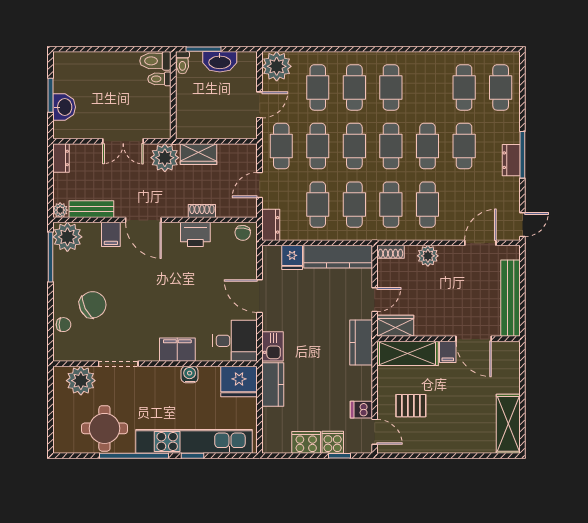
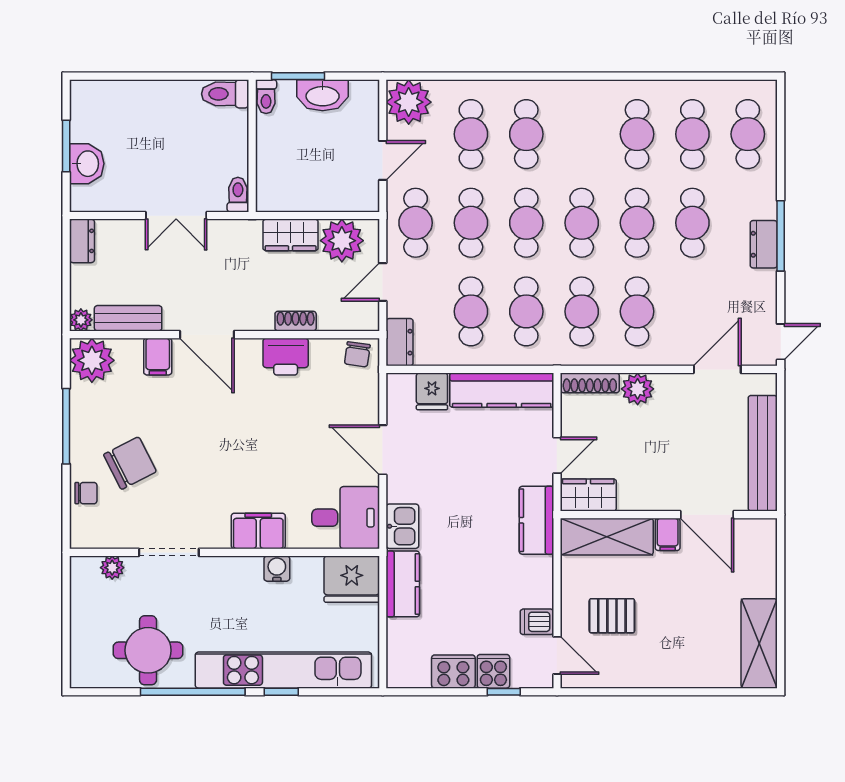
toilet: (159, 79) -> (238, 195), moved, turned 90
cafe table: (391, 87) -> (637, 134), moved
plant: (165, 158) -> (342, 241), moved
shoe rack: (390, 252) -> (590, 383), width x1.43
window: (50, 257) -> (66, 426), moved
plant: (81, 381) -> (112, 568), width x0.53, depth x0.53

